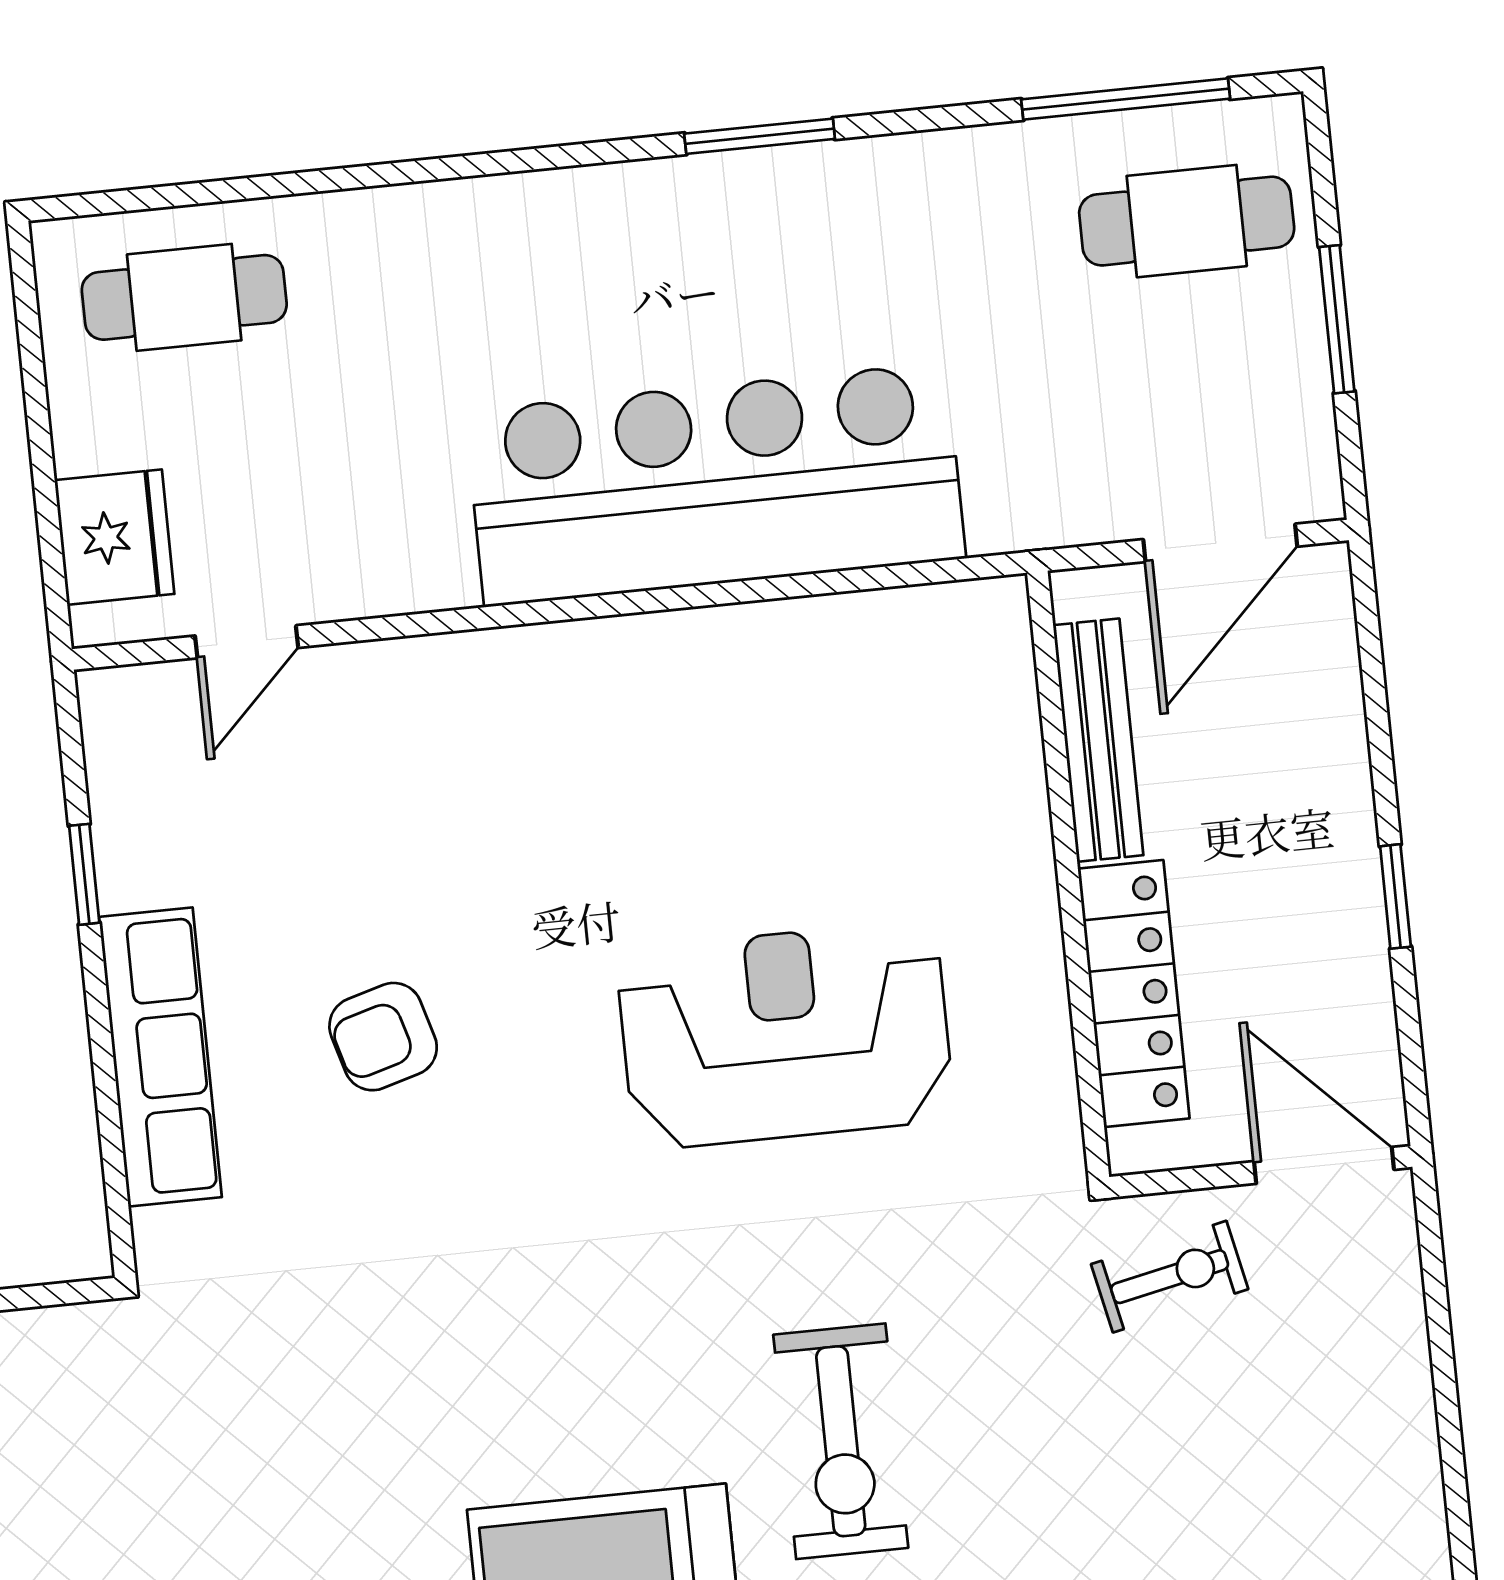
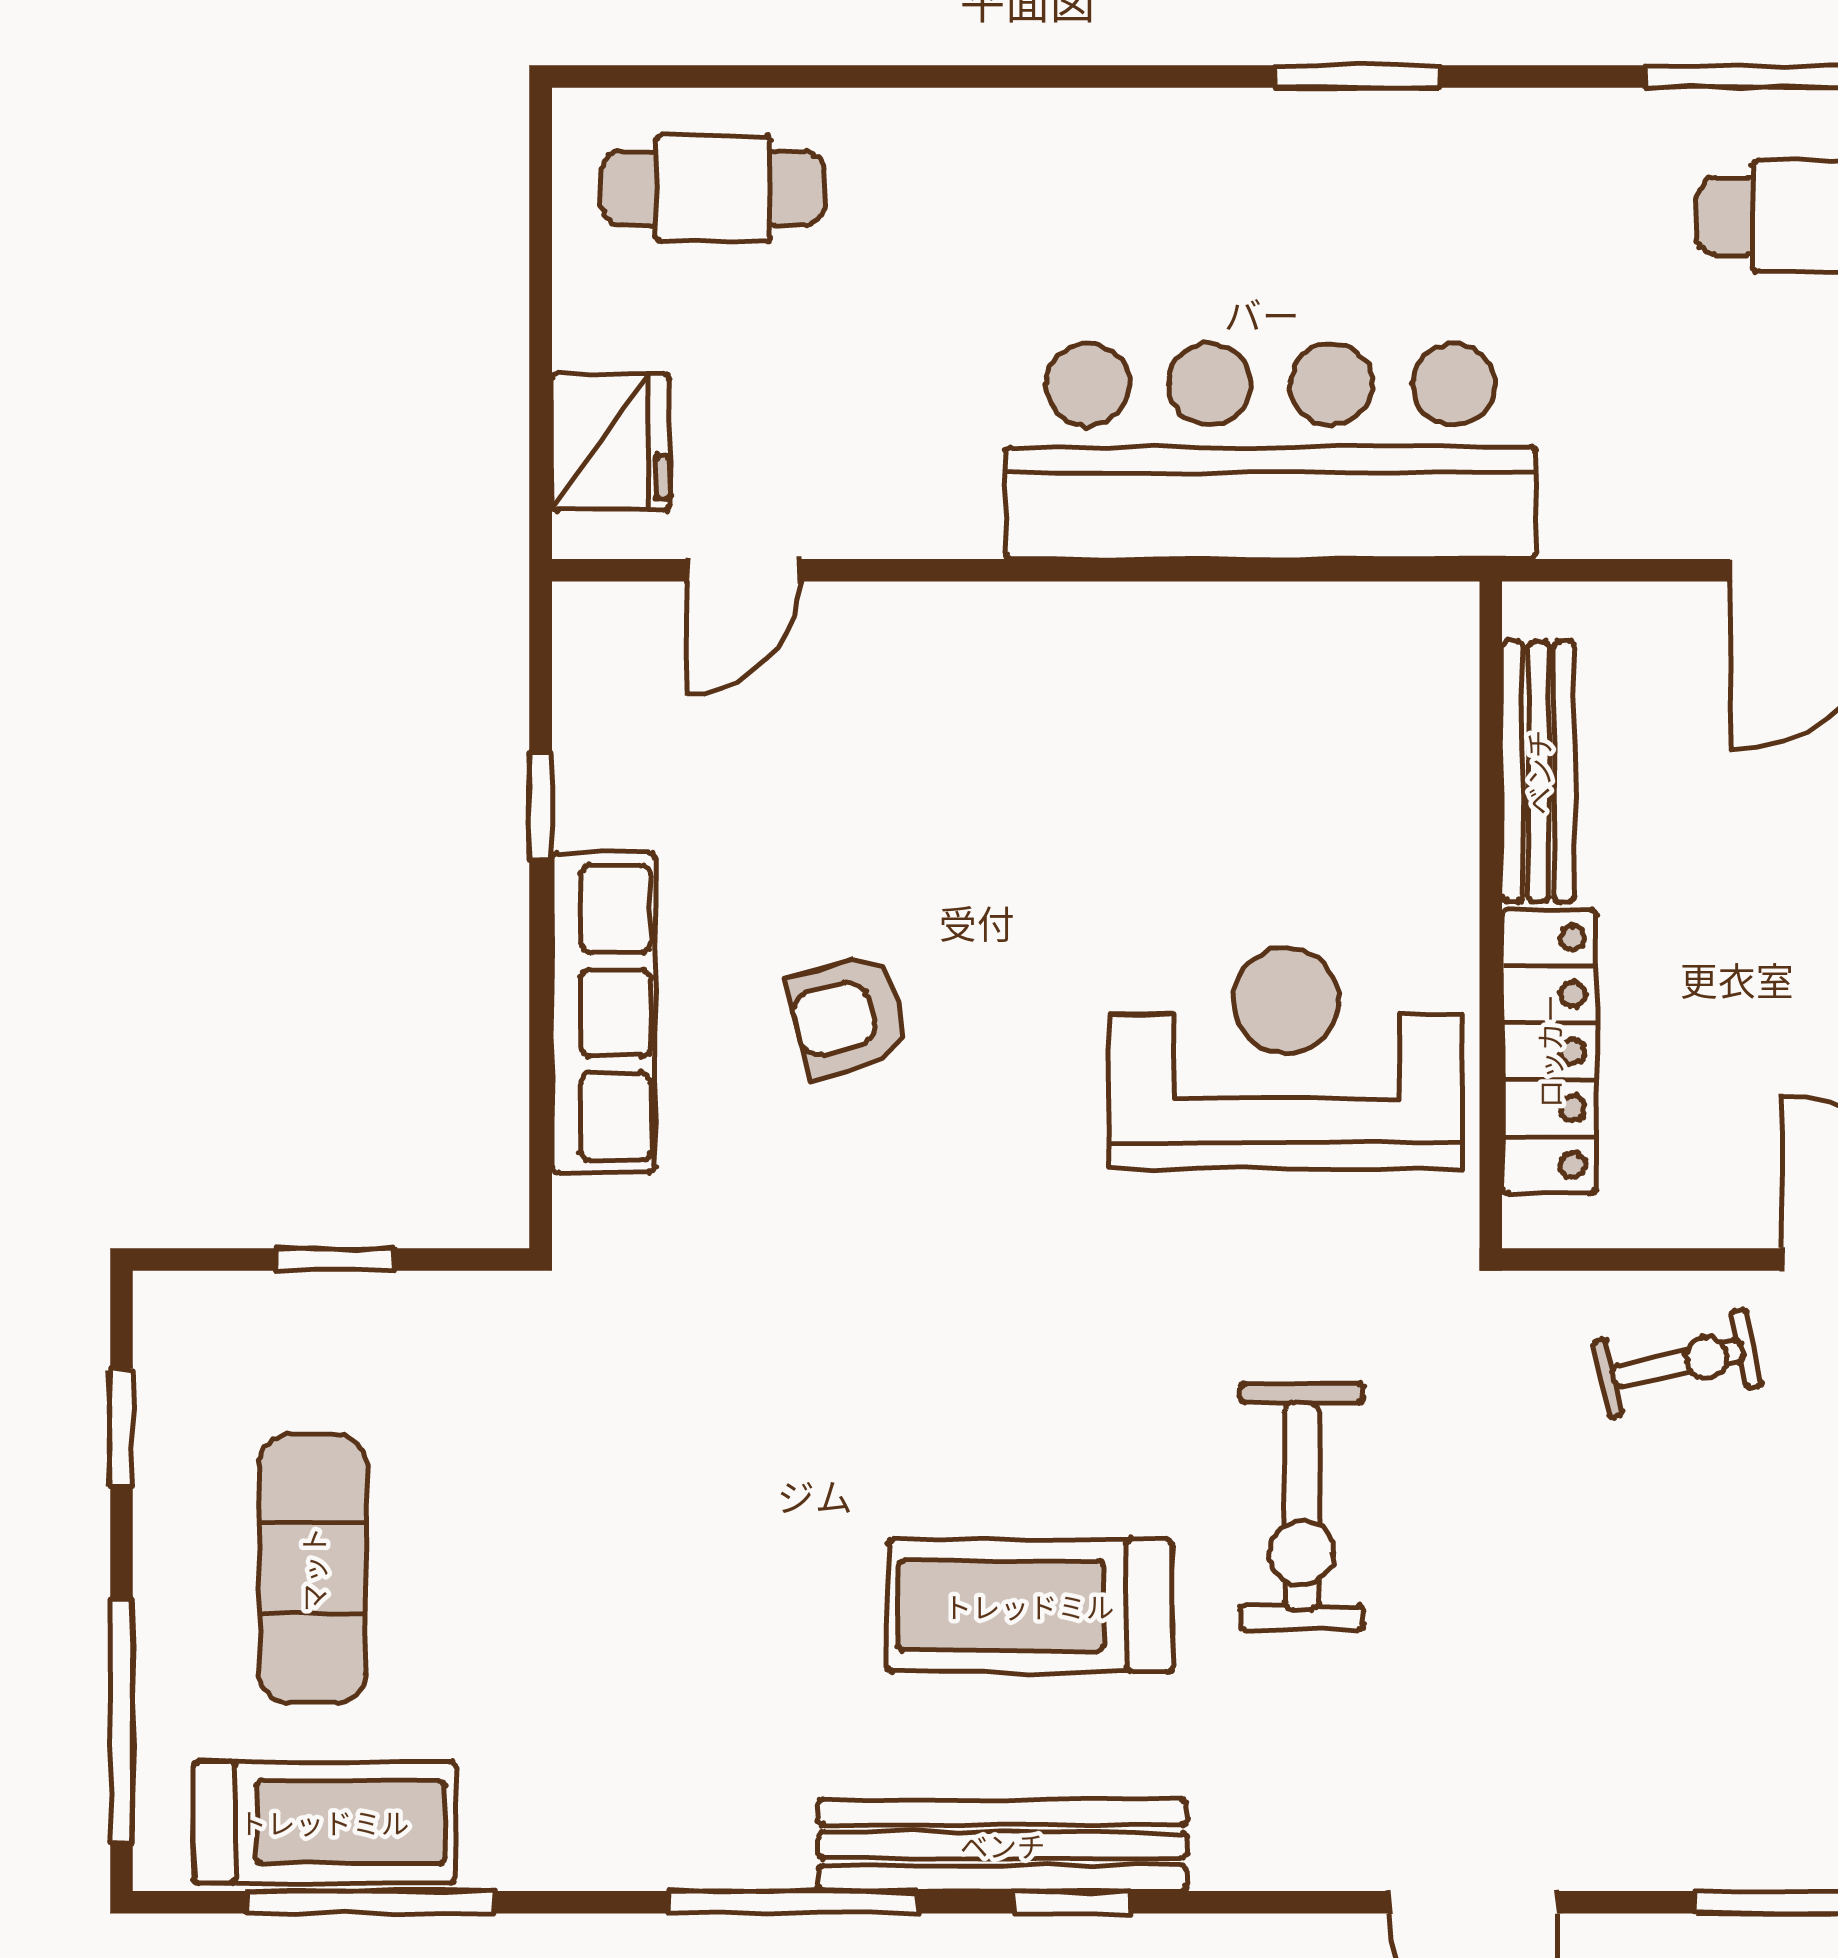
bench: (1098, 740) -> (1538, 772), moved
wall: (1068, 875) -> (1491, 915), moved
locker: (1134, 993) -> (1549, 1051), moved

